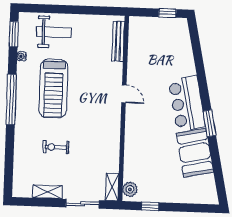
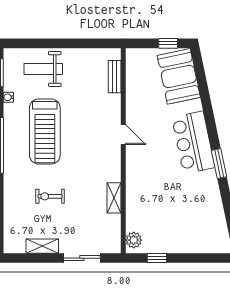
weight bench: (54, 32) -> (43, 69), turned 180
bench: (118, 41) -> (115, 77), width x0.73
booth: (195, 153) -> (179, 76), moved
shelving: (112, 187) -> (114, 198), moved

